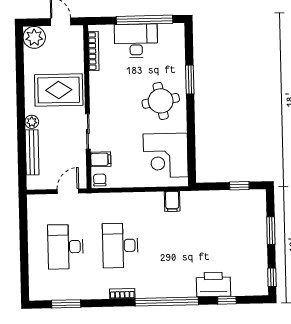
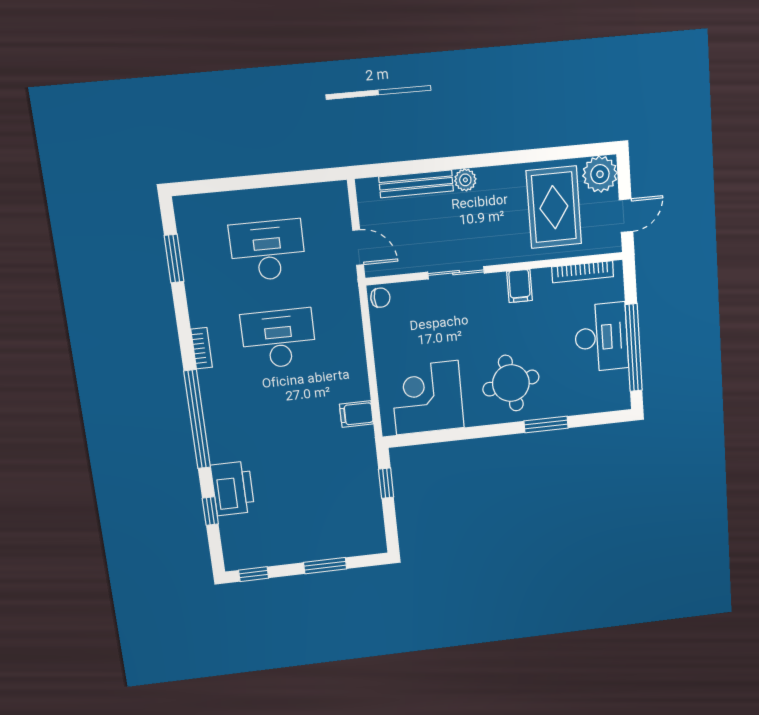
rug: (59, 90) -> (554, 207), moved
filing cabinet: (101, 159) -> (520, 286), moved
window: (239, 186) -> (386, 483), moved

